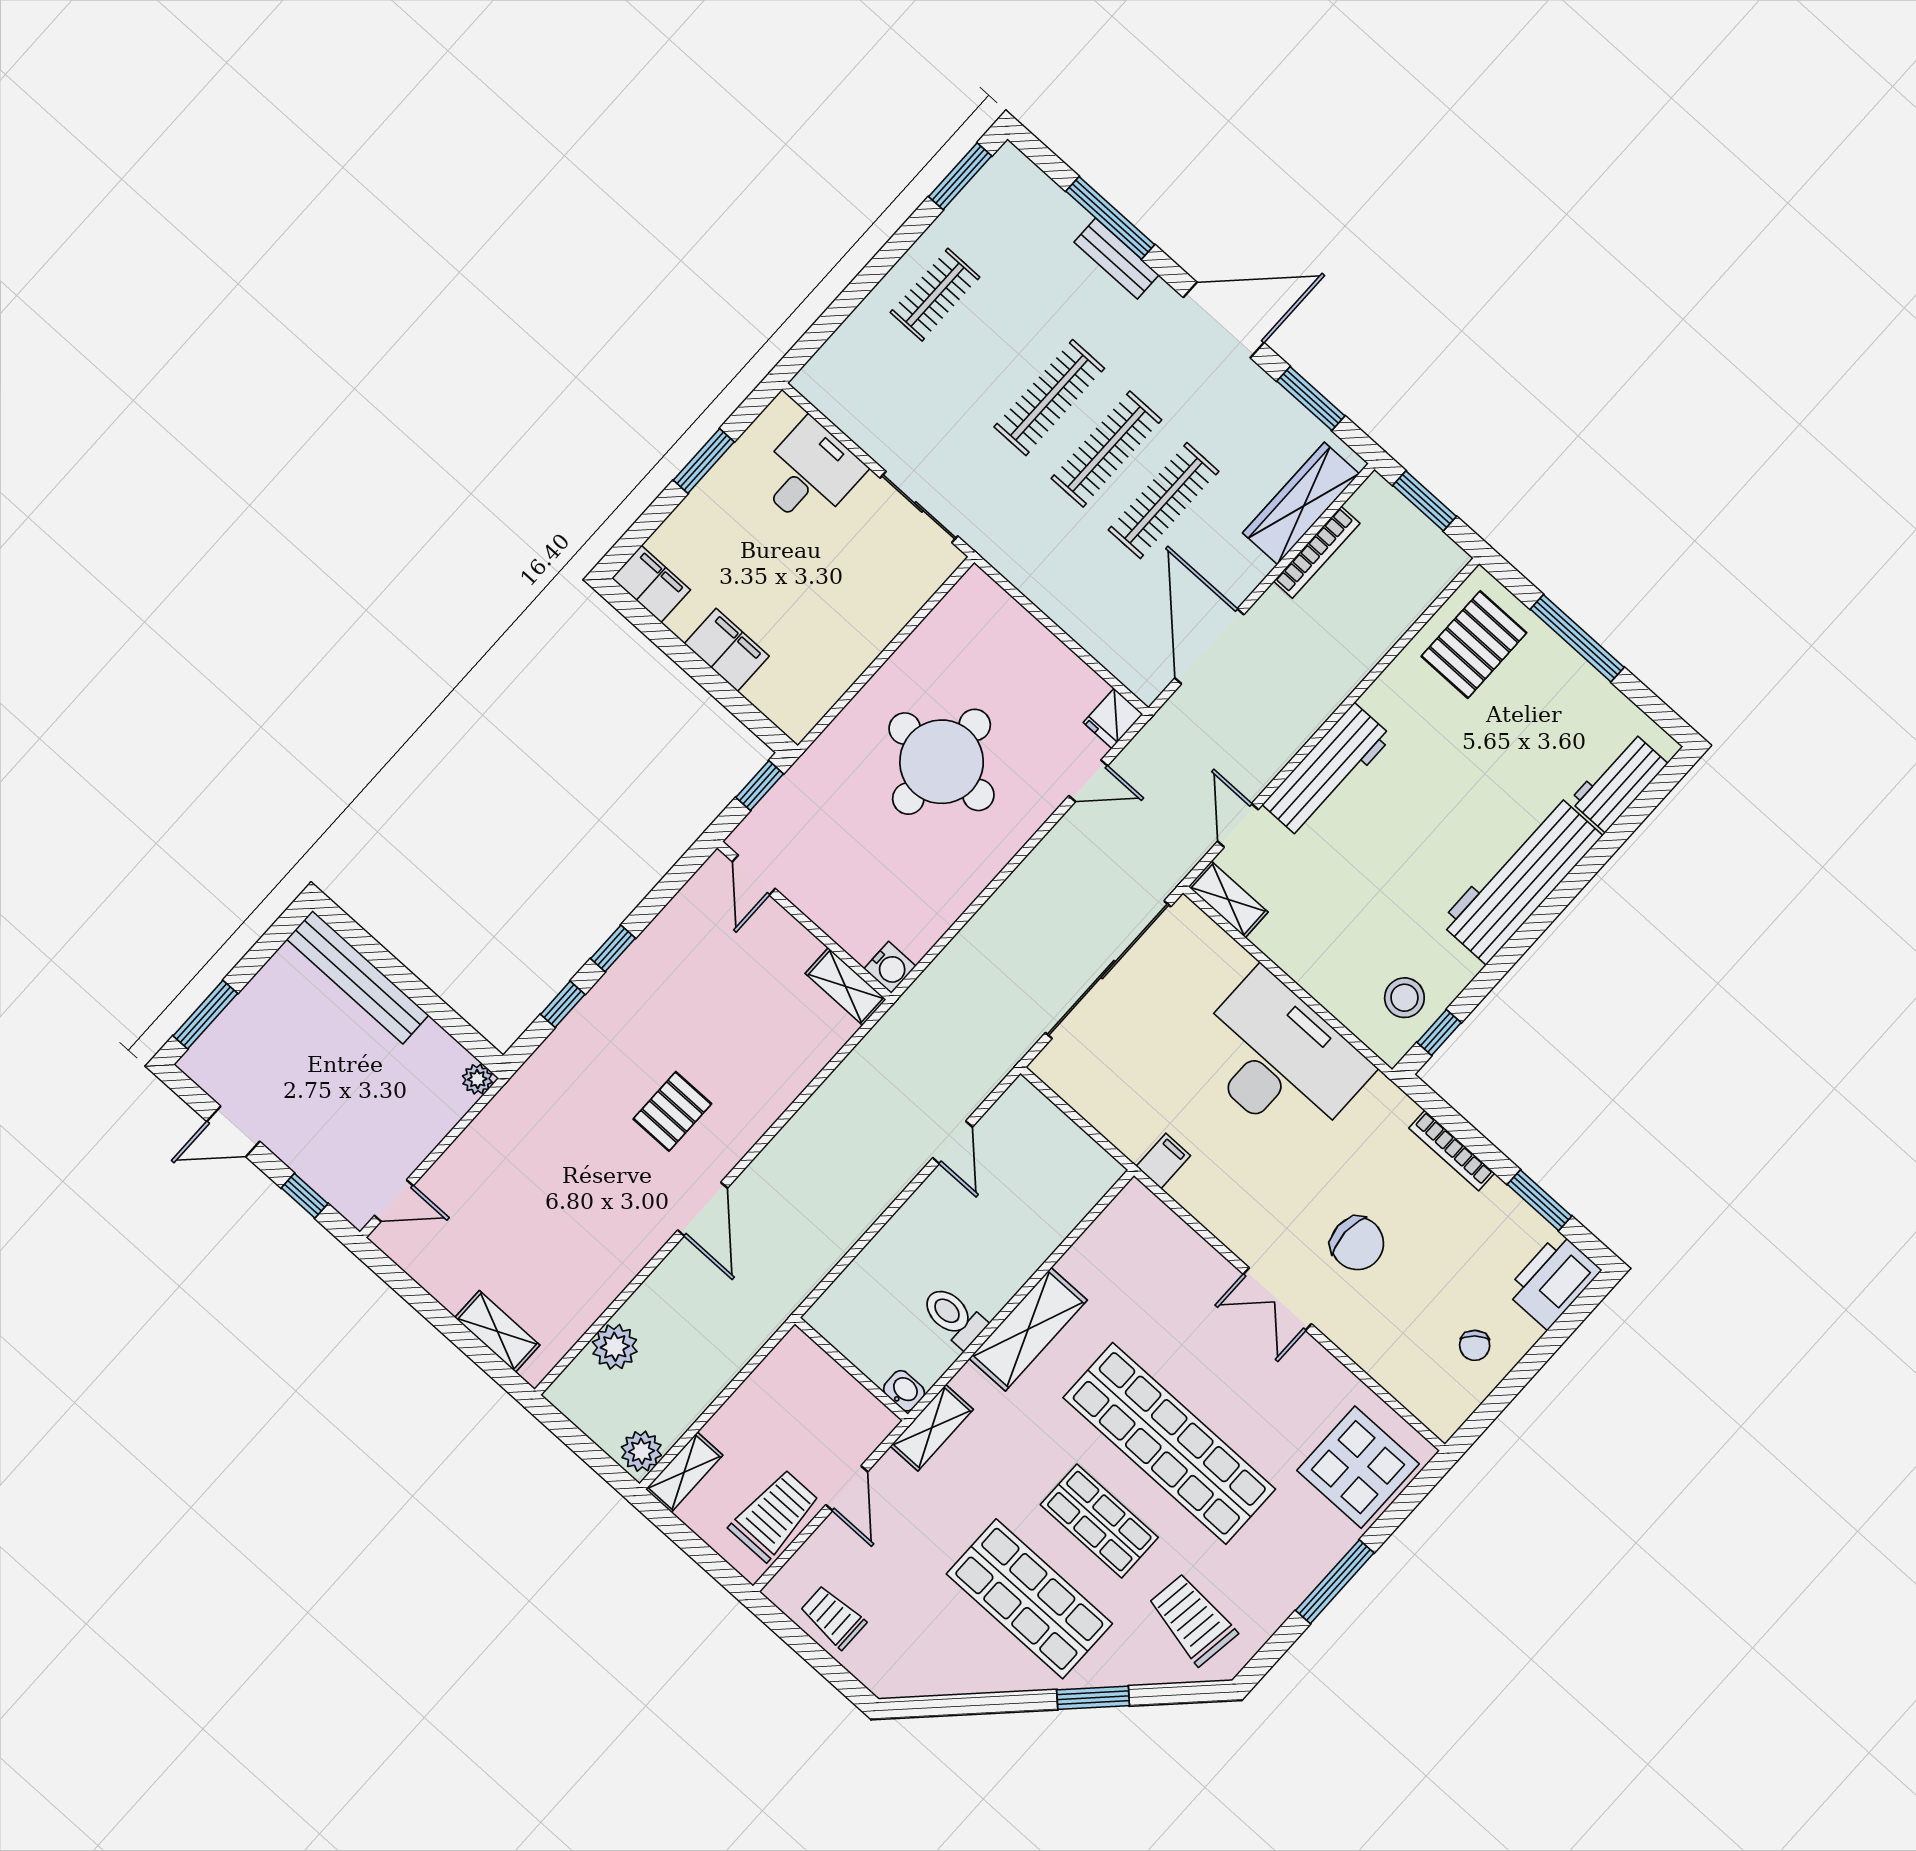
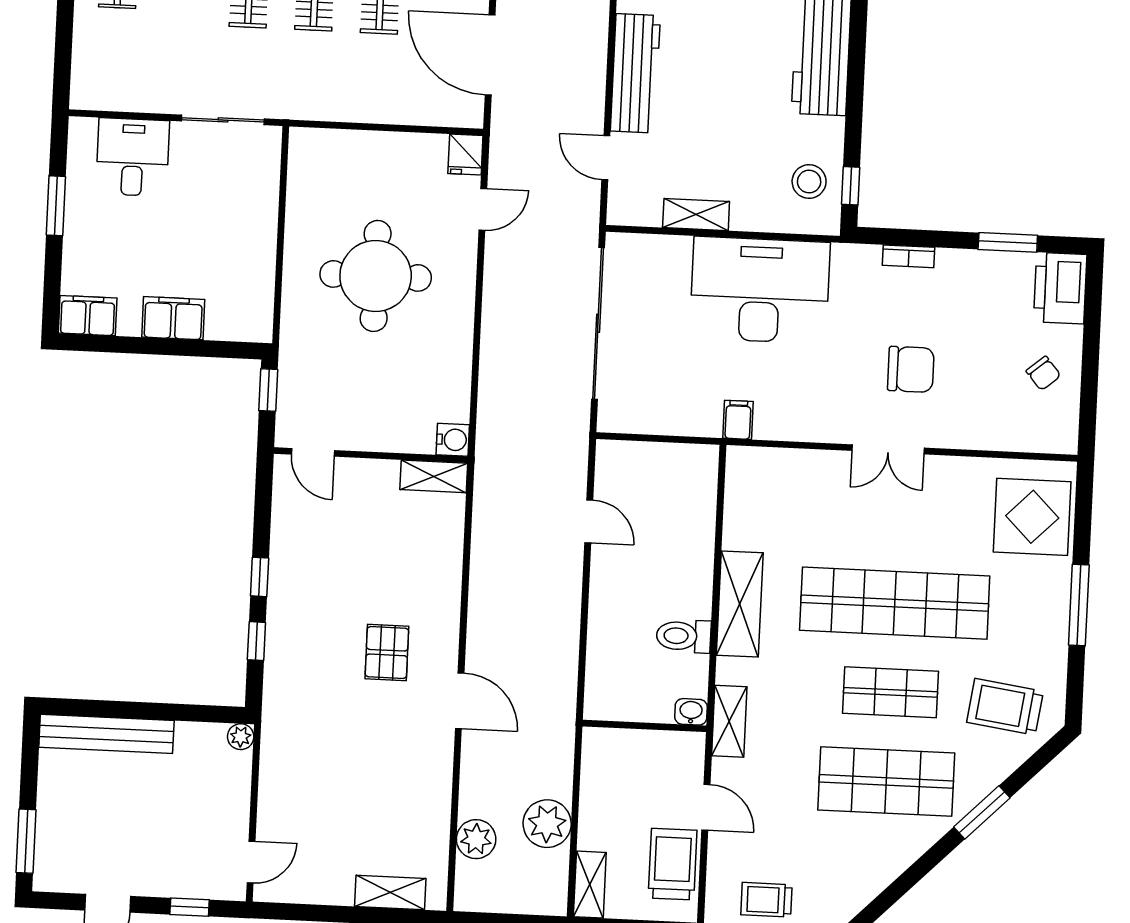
shelving: (1228, 899) -> (696, 215), moved
bookcase: (1452, 1151) -> (909, 256), width x0.64
plant: (641, 1451) -> (547, 824), moved, width x1.36, depth x1.36

